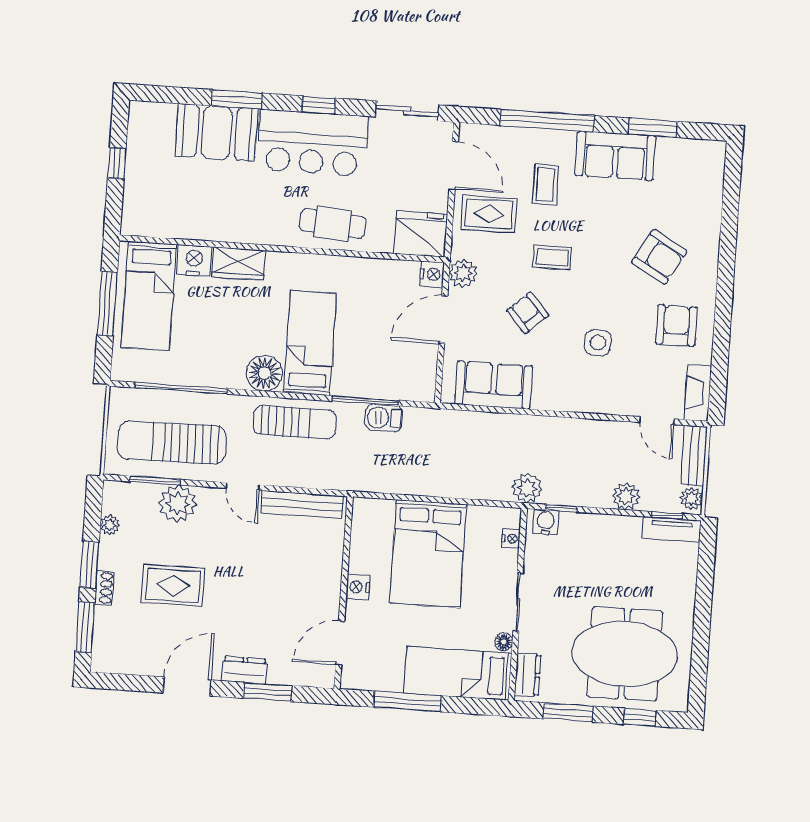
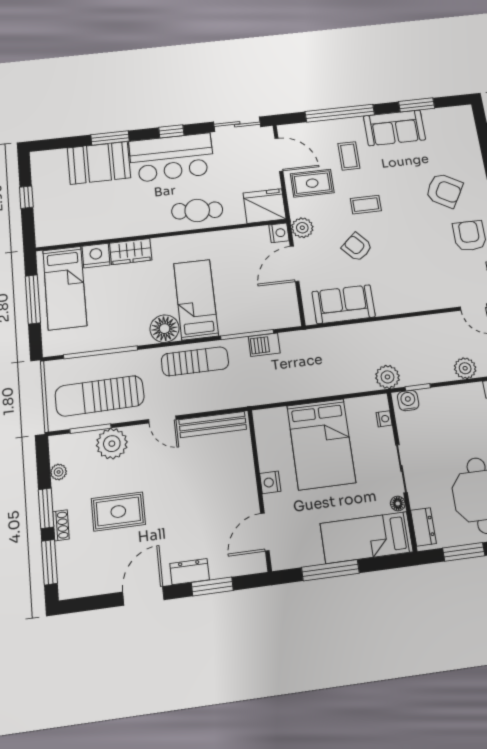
side table: (598, 343) -> (415, 259), removed

